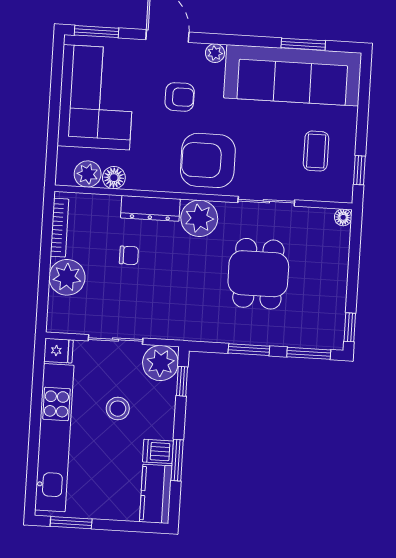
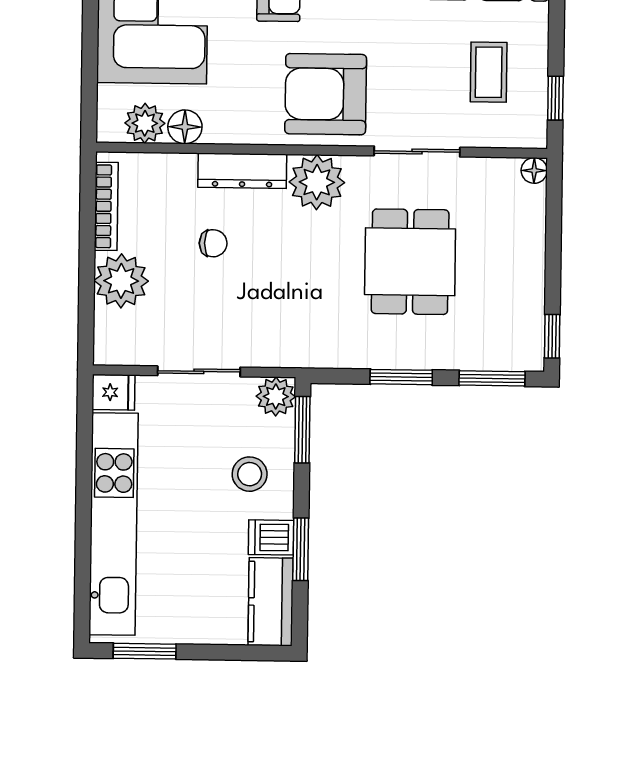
plant: (160, 363) -> (276, 397), width x0.73, depth x0.73
window: (182, 381) -> (302, 430), width x1.50
stool: (118, 409) -> (250, 474), moved

